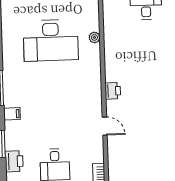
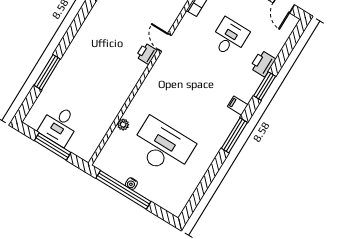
printer: (113, 91) -> (147, 54), moved

